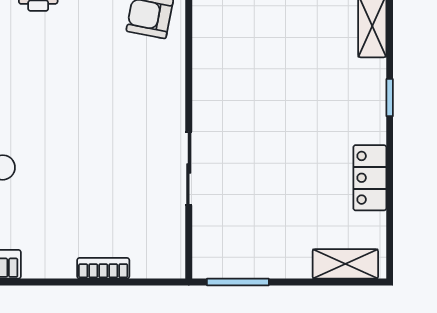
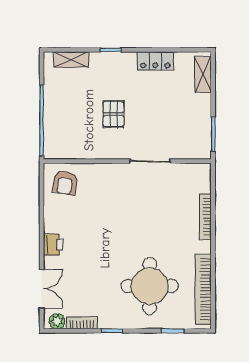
pallet: (274, 102) -> (113, 114), added
bookcase: (103, 268) -> (205, 217), width x1.56

